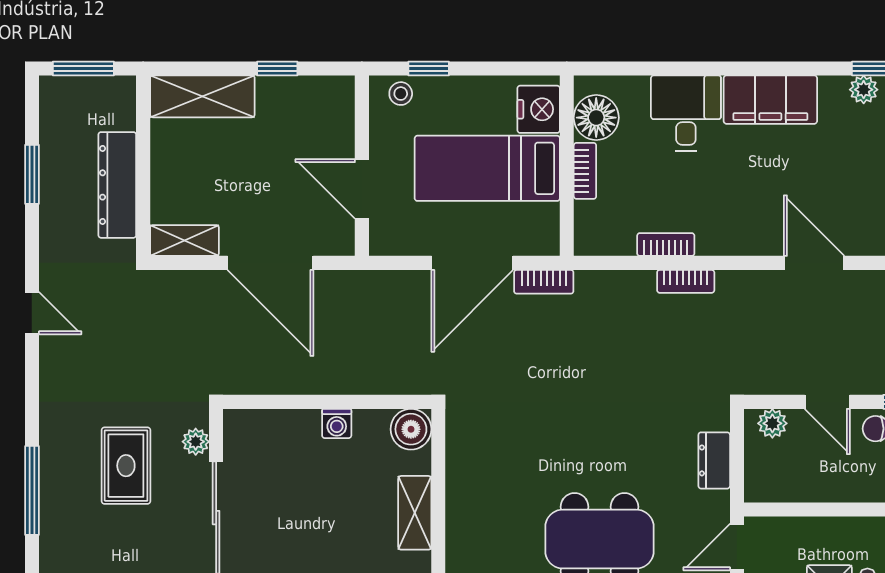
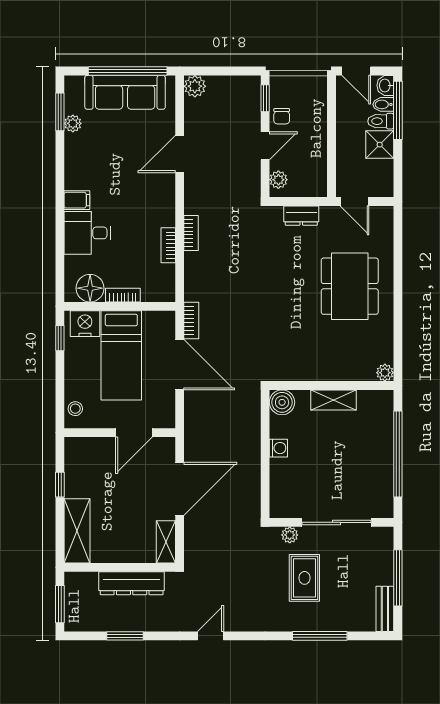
window: (429, 68) -> (60, 338), moved
filing cabinet: (770, 100) -> (77, 200), width x0.33, depth x0.86
rug: (126, 466) -> (304, 578), turned 90

